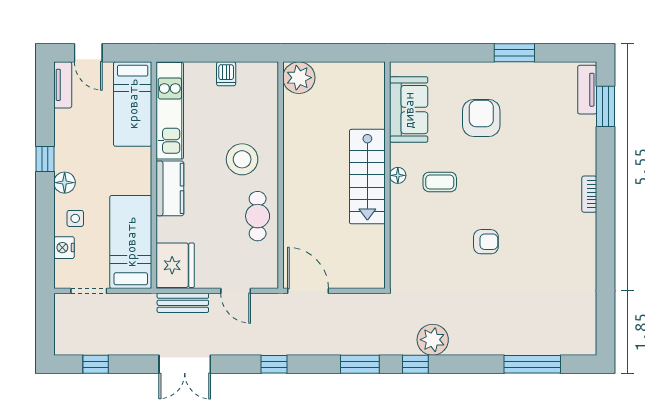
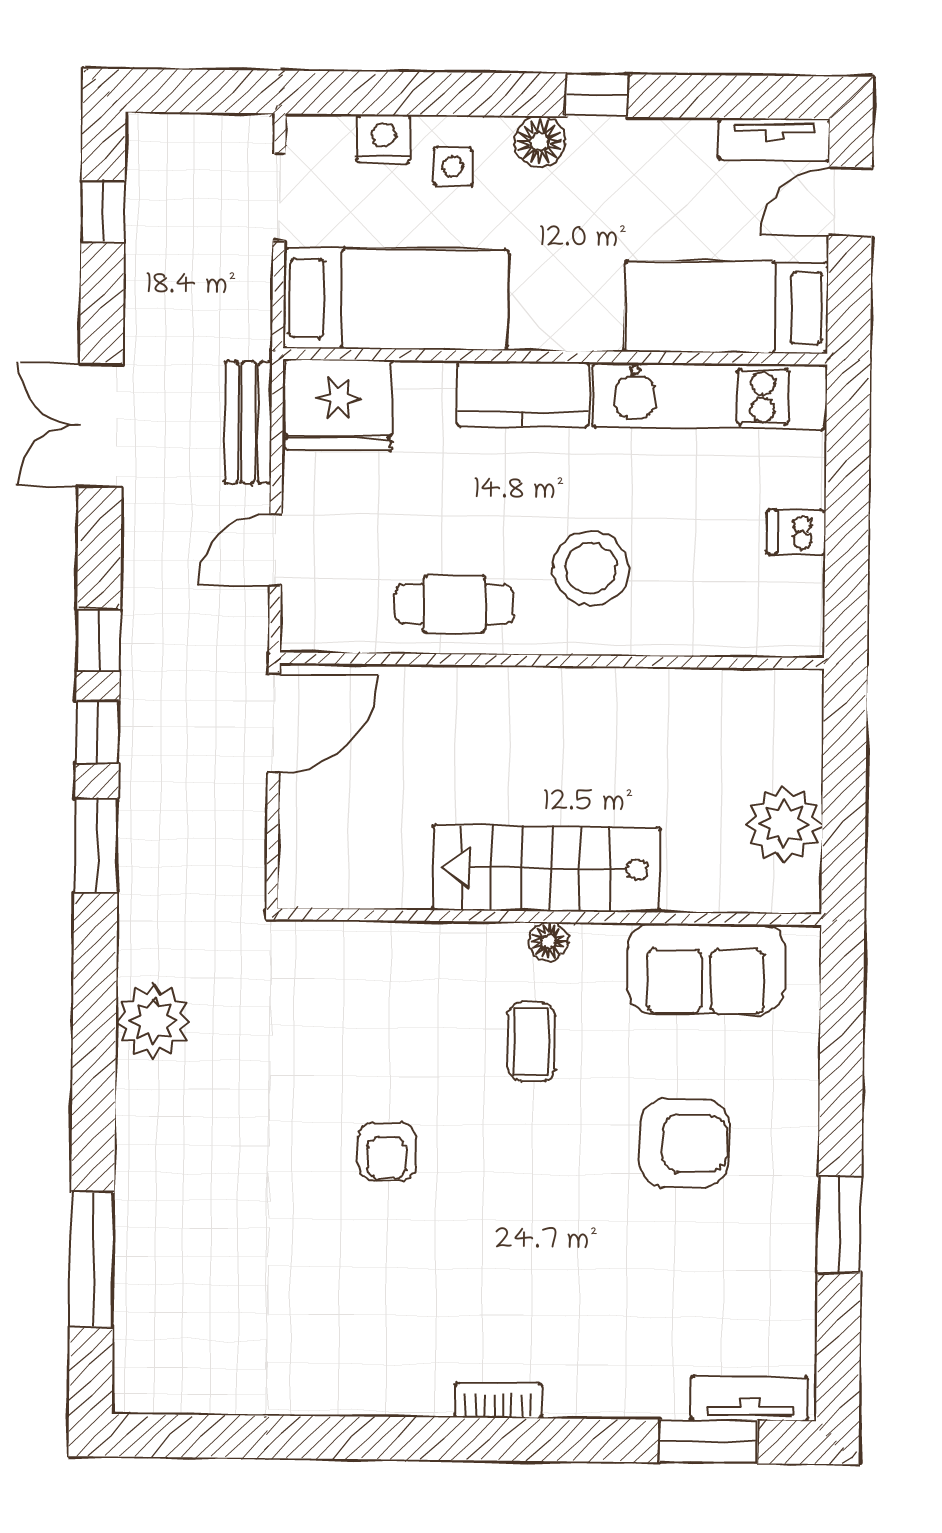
plant: (299, 78) -> (784, 824), moved
window: (415, 364) -> (98, 732), moved

